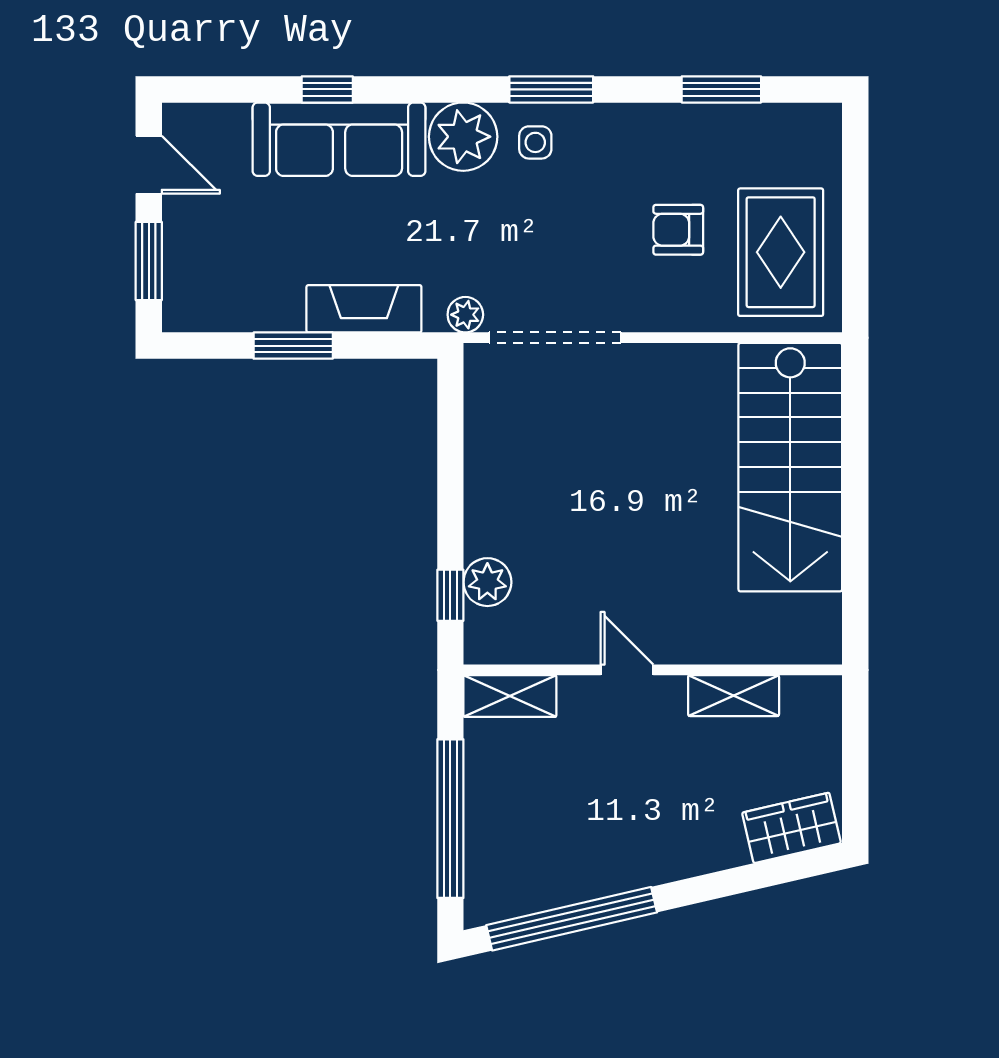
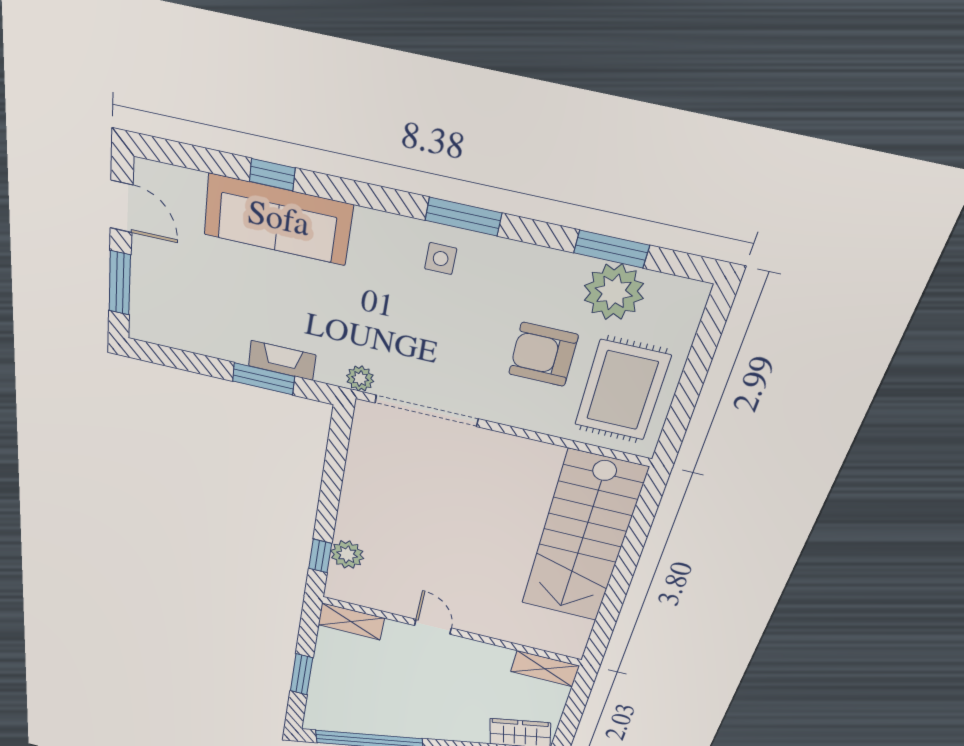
plant: (463, 137) -> (614, 292), moved
armchair: (678, 230) -> (543, 355), width x1.38, depth x1.38
fireplace: (364, 309) -> (282, 360), width x0.73, depth x0.76
window: (293, 346) -> (263, 379), moved
shelving: (734, 696) -> (545, 669), moved
window: (450, 819) -> (302, 674), width x0.47

